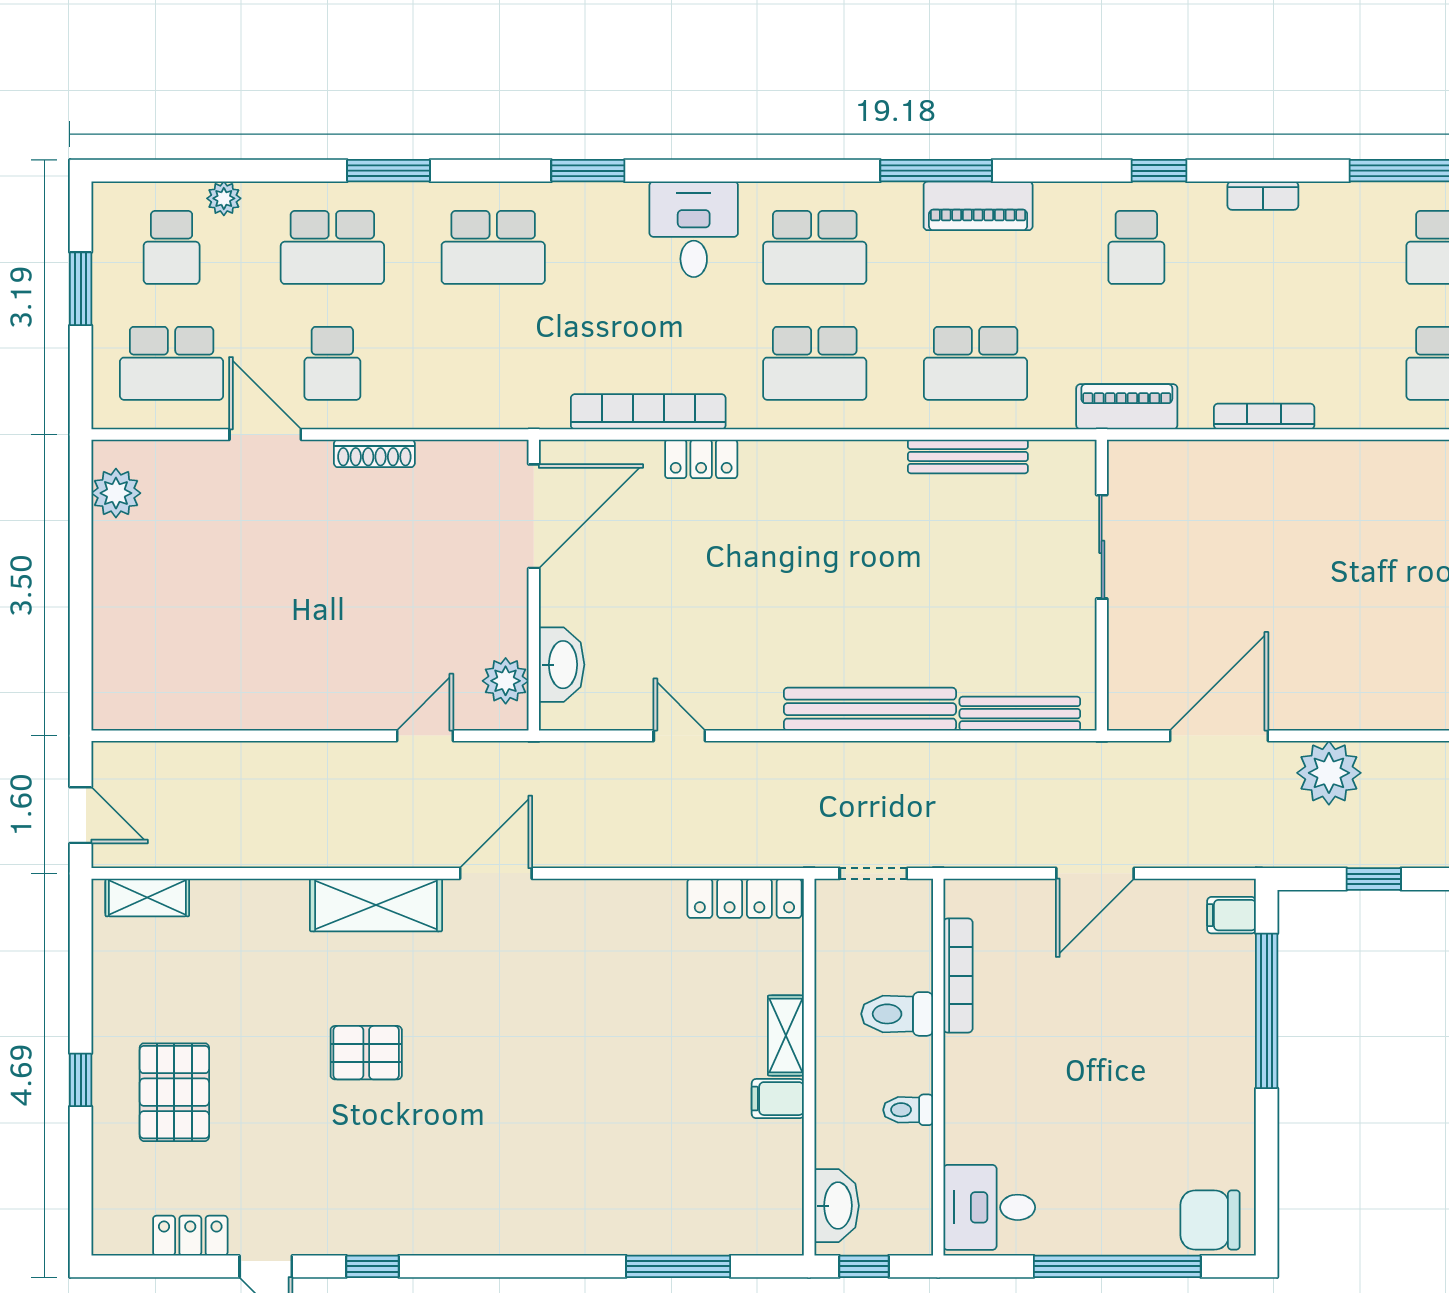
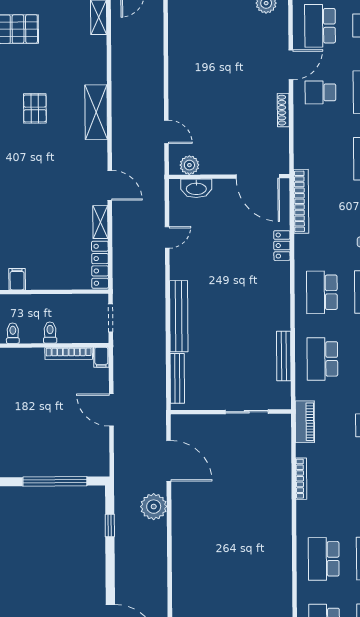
bookcase: (648, 412) -> (301, 201), moved
door: (496, 873) -> (110, 185), moved
filing cabinet: (1231, 915) -> (101, 357), moved, turned 180
toilet: (897, 1014) -> (50, 333), width x0.73, depth x0.72
shelving: (786, 1036) -> (100, 222), moved, turned 90

